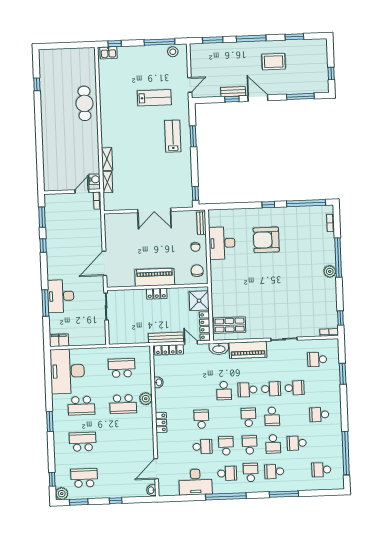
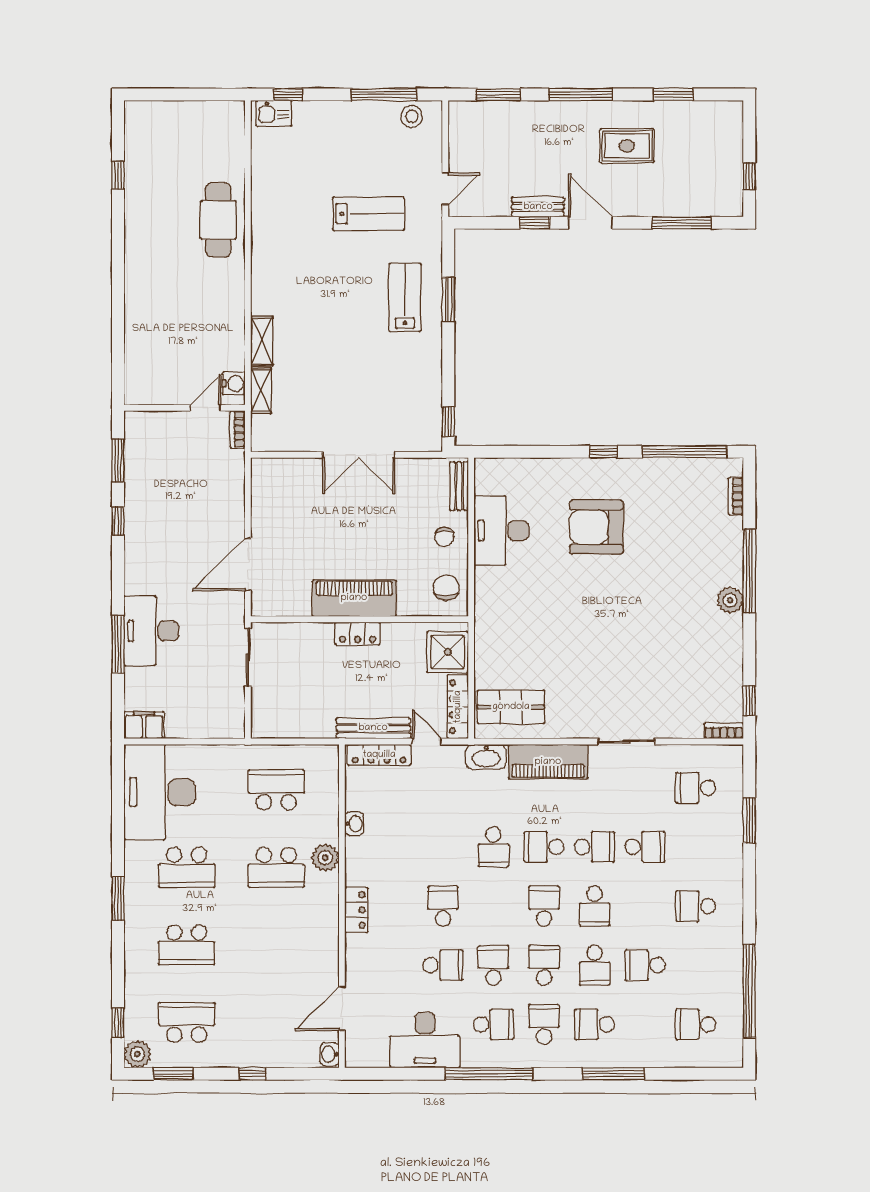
school desk: (83, 442) -> (187, 945), turned 180

